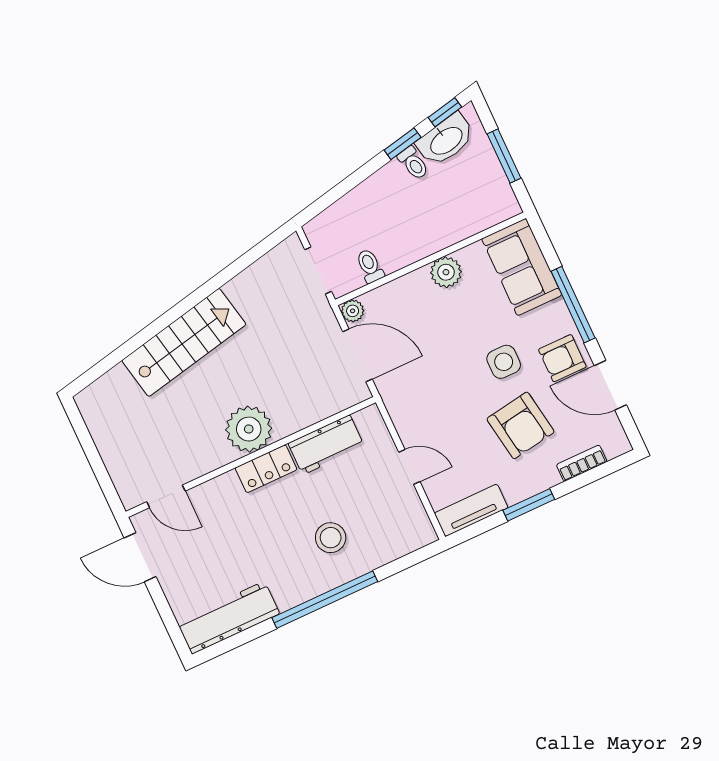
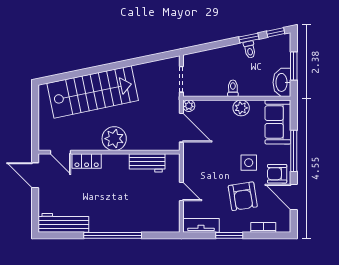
washbasin: (446, 140) -> (282, 82), moved, turned 102
toilet: (370, 266) -> (233, 88), moved
stairs: (184, 342) -> (93, 92), width x1.36, depth x1.51
locker: (266, 469) -> (87, 161), moved
stool: (331, 538) -> (129, 208), removed

